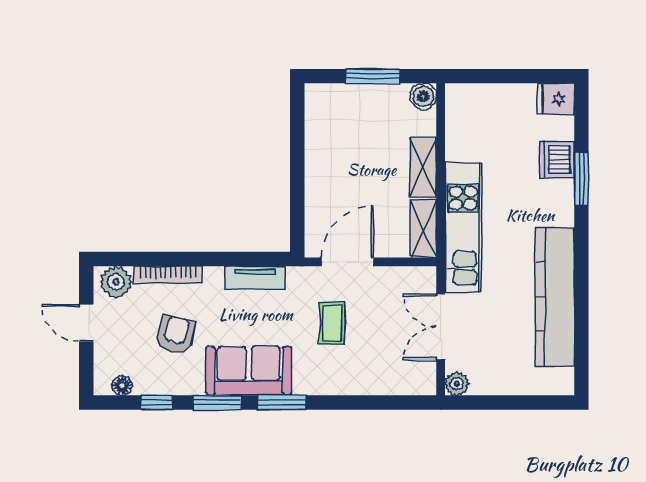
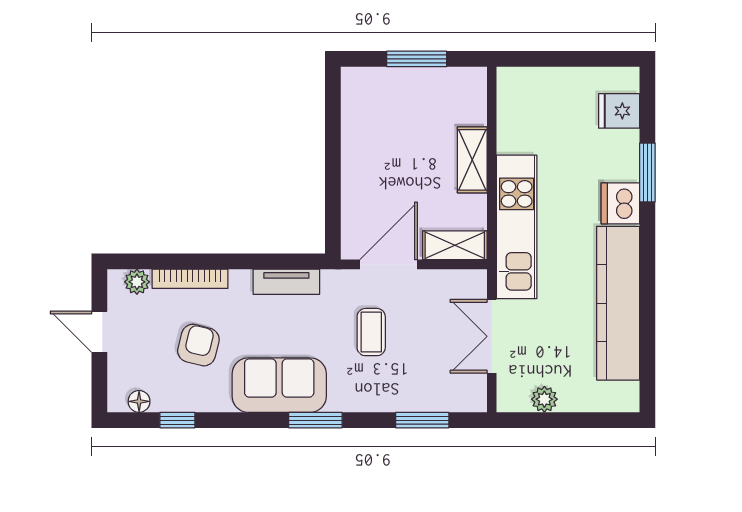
boiler: (423, 96) -> (472, 81), removed
fridge: (556, 99) -> (619, 111), moved
dishwasher: (557, 160) -> (620, 203), moved
shelving: (423, 229) -> (455, 245), moved, turned 90
plant: (116, 282) -> (137, 282), width x0.73, depth x0.73
plant: (457, 384) -> (544, 399), moved
window: (217, 402) -> (422, 420), moved

